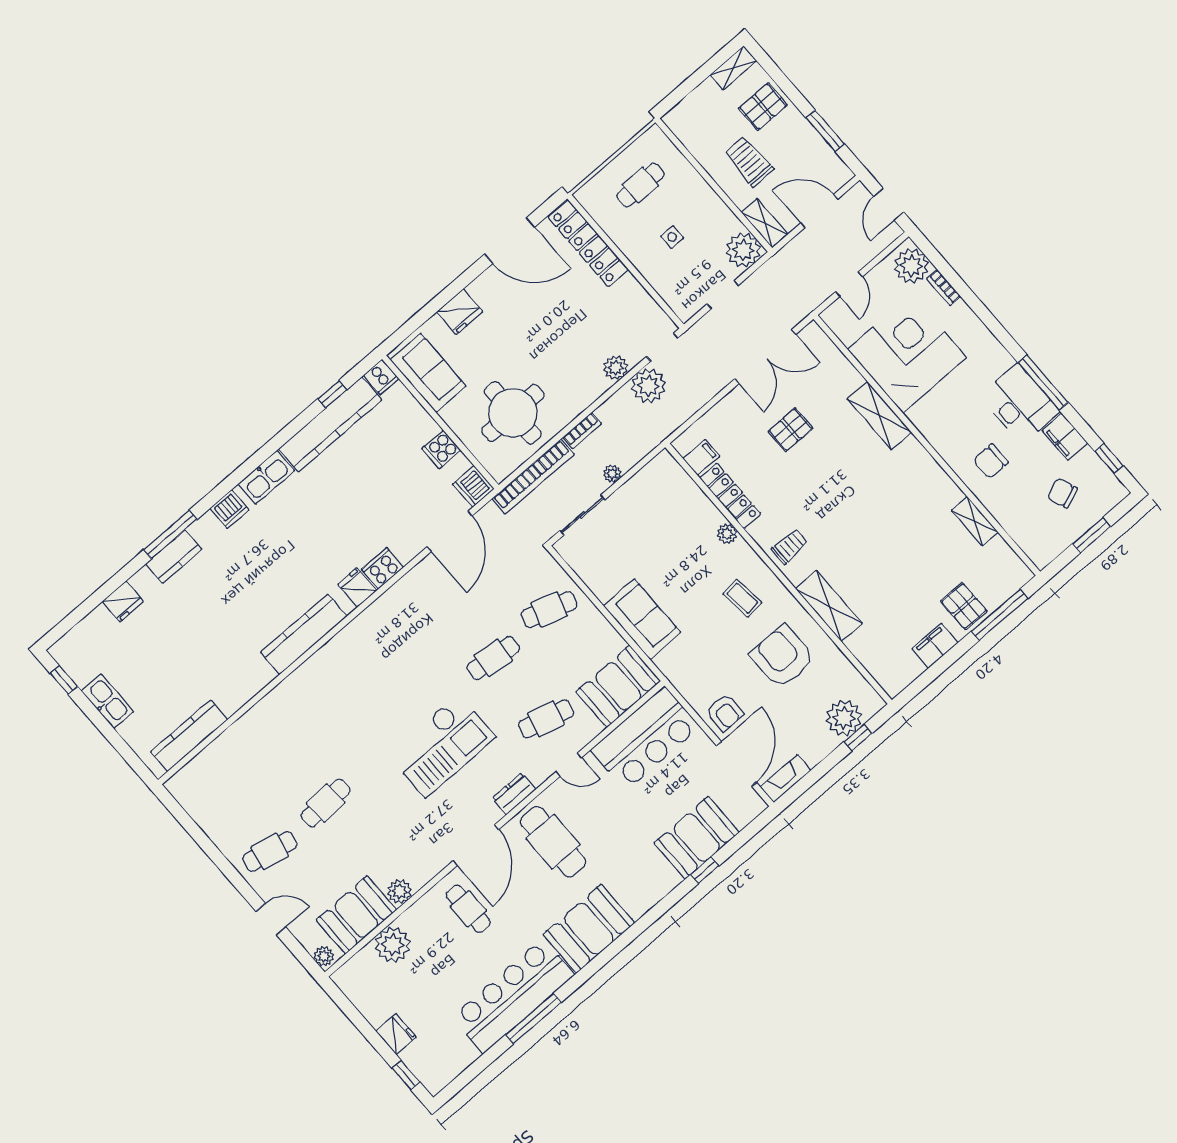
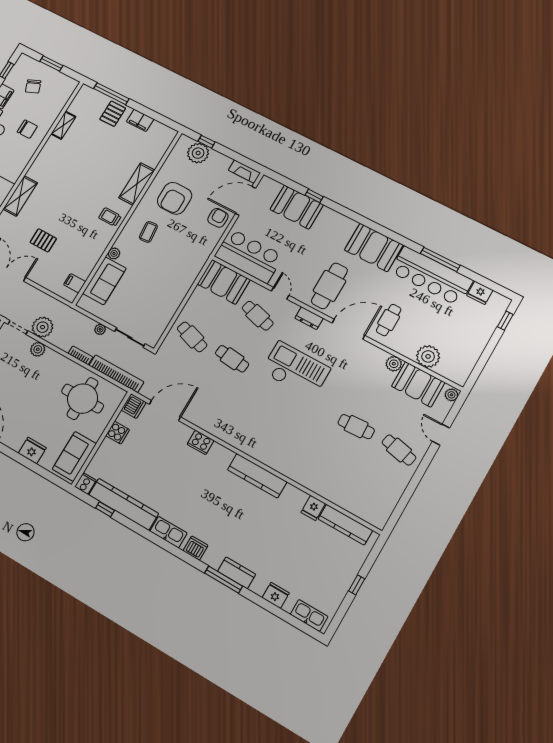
locker: (730, 496) -> (92, 260), removed
fridge: (357, 587) -> (313, 508), moved
sofa: (642, 619) -> (104, 281), moved, turned 180
window: (64, 680) -> (357, 585), moved
kitchen sink: (107, 701) -> (309, 616), moved, turned 90
fridge: (396, 1034) -> (480, 293), moved, turned -90

